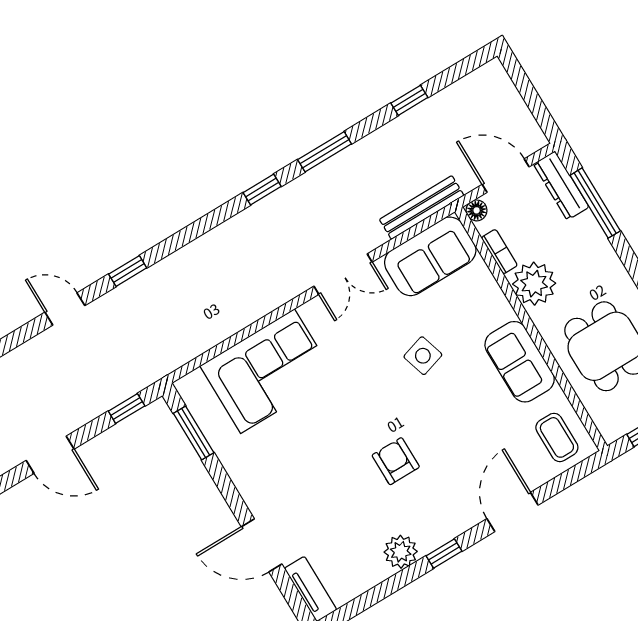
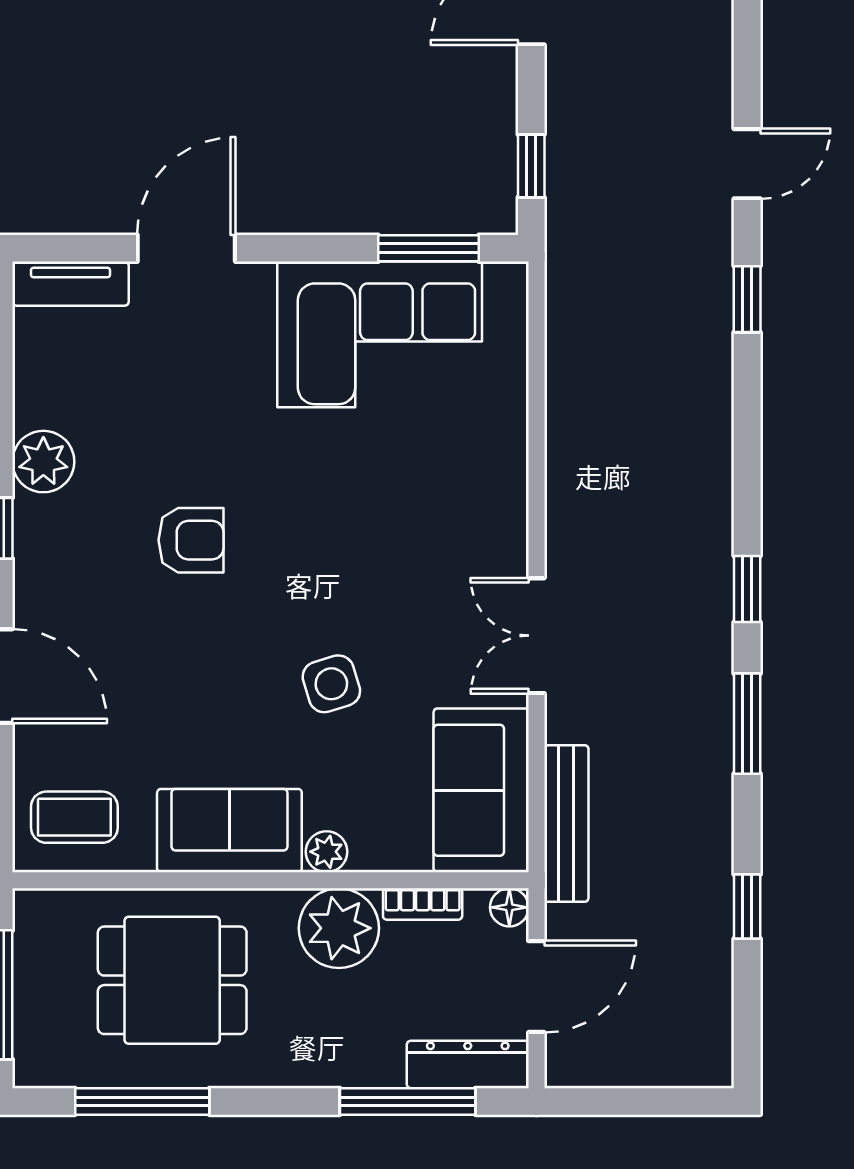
plant: (502, 311) -> (327, 852), added
corner sofa: (267, 371) -> (380, 334), moved, turned -90

